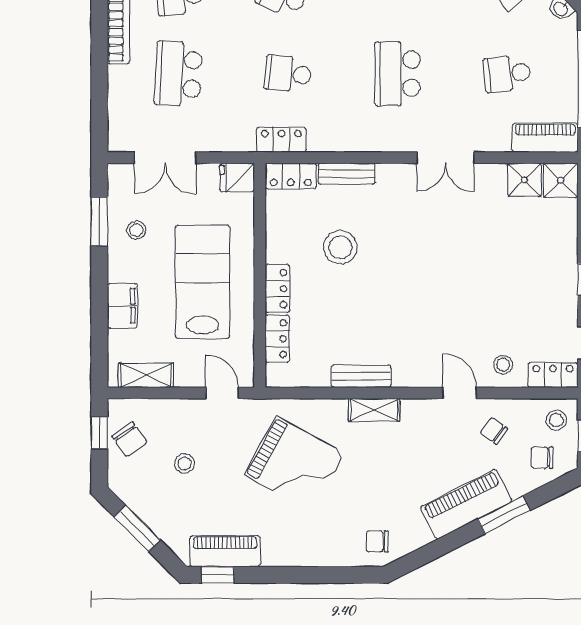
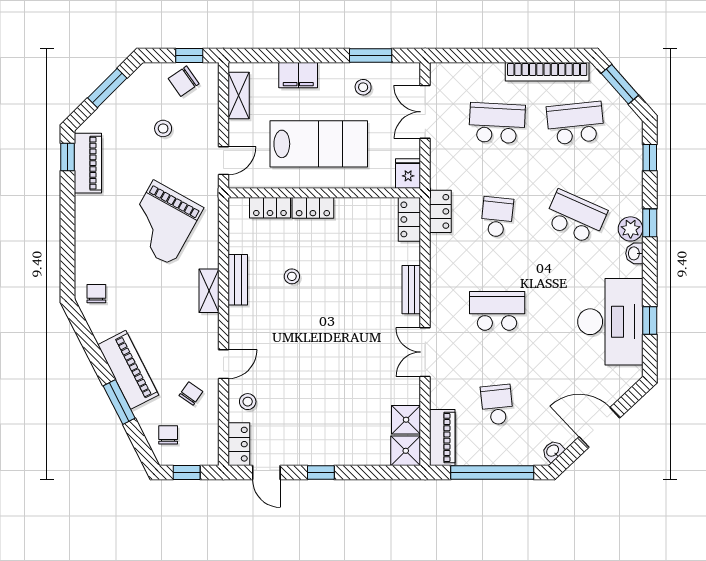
bench: (347, 174) -> (411, 290), moved
stool: (340, 247) -> (292, 276), moved, width x0.53, depth x0.53
stool: (556, 420) -> (200, 447), removed

